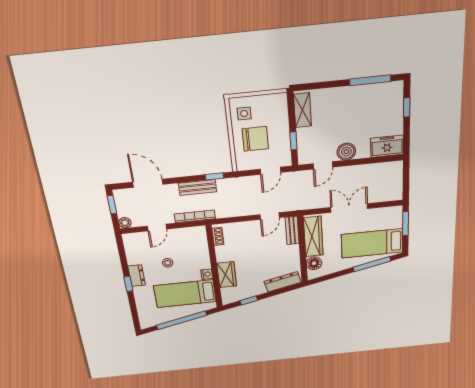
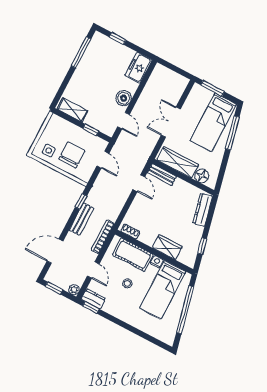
cot: (198, 251) -> (133, 255), added
dresser: (137, 276) -> (93, 299), moved
window: (128, 284) -> (91, 307), moved

